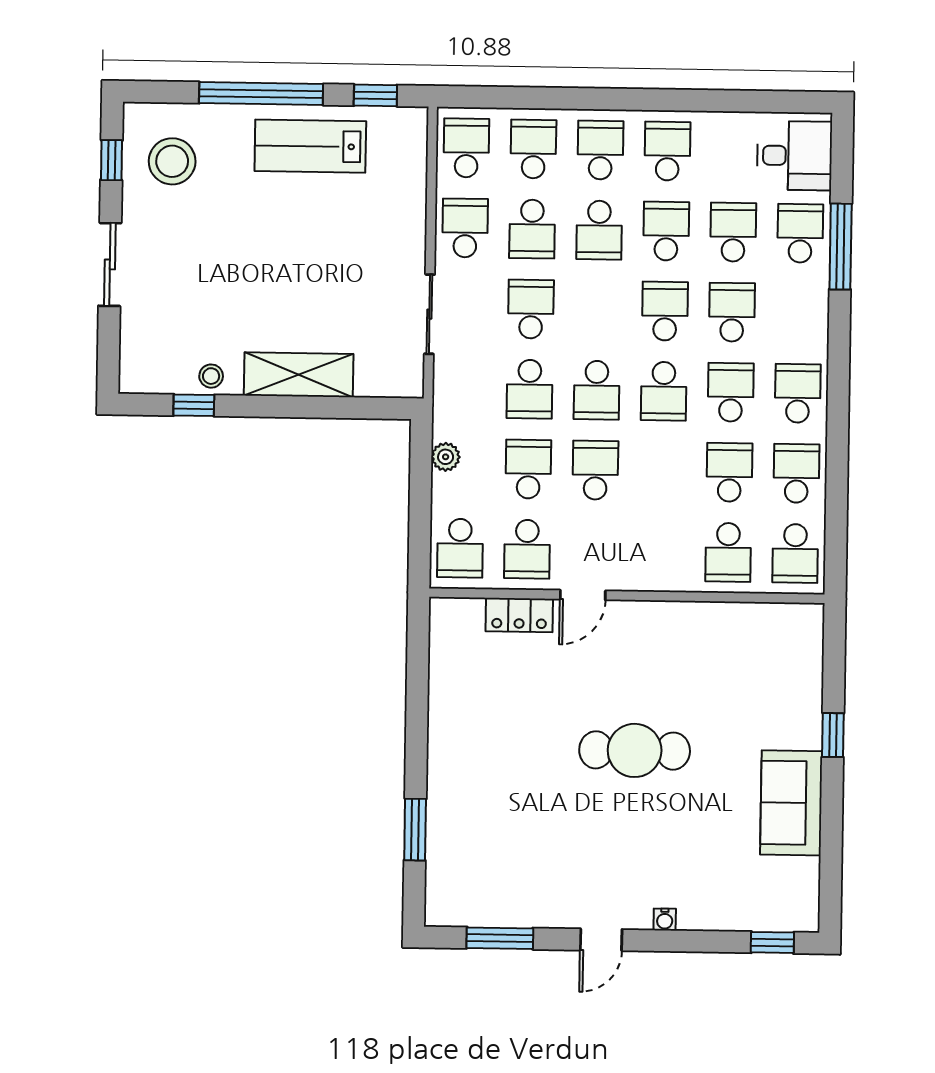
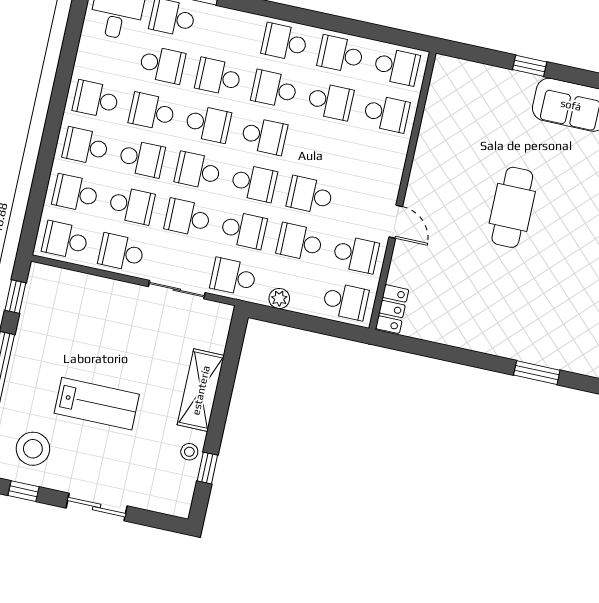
lab bench: (310, 146) -> (97, 404), moved, turned -90
school desk: (733, 232) -> (162, 65), turned 180
school desk: (598, 310) -> (198, 171), added
school desk: (665, 311) -> (208, 124), turned 180
school desk: (463, 388) -> (233, 277), added
school desk: (729, 472) -> (330, 101), turned 180
locker: (519, 615) -> (392, 309), moved

